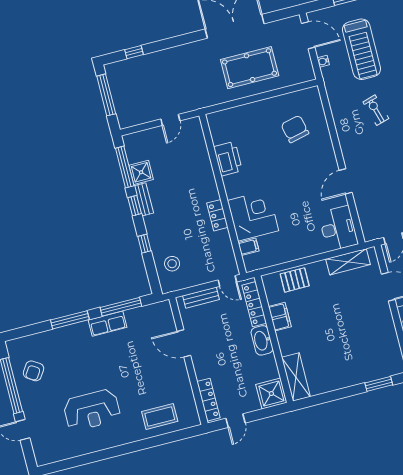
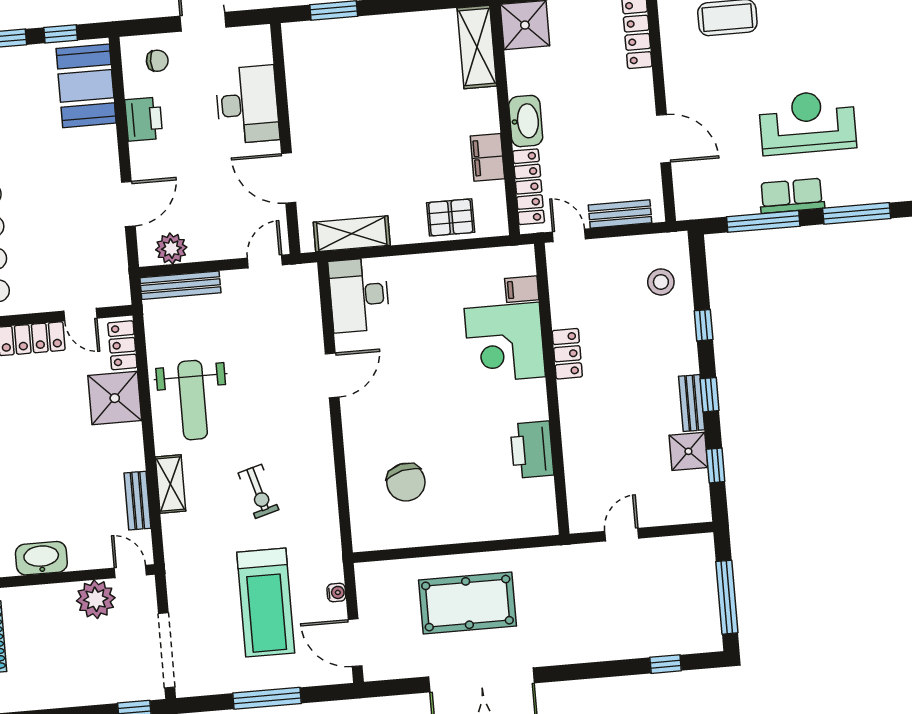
treadmill: (361, 49) -> (266, 603), turned 180
window: (125, 167) -> (716, 465), width x0.46
reception desk: (92, 410) -> (808, 122), moved

